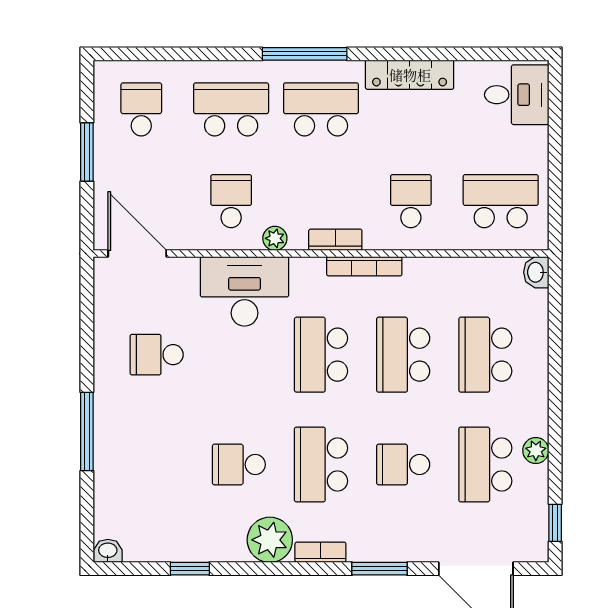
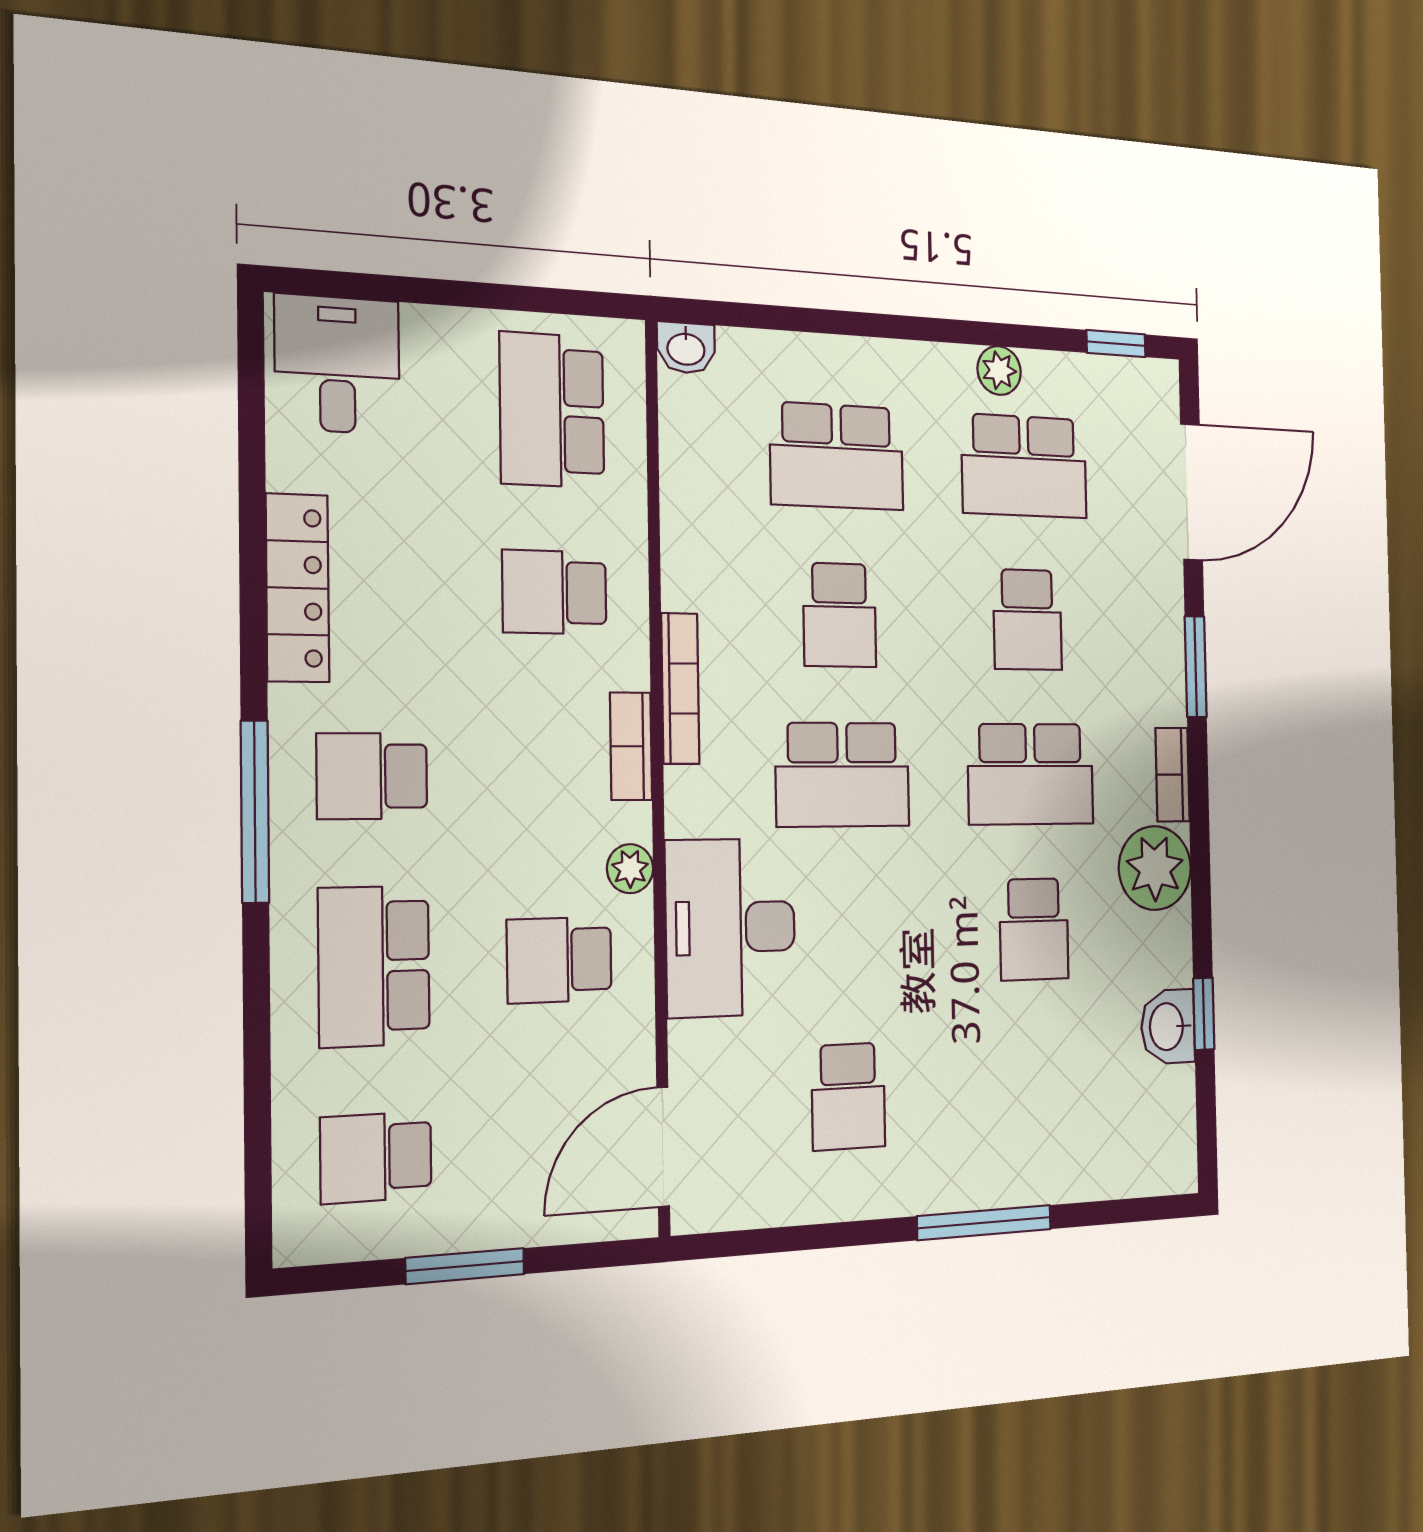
school desk: (321, 109) -> (372, 776), width x0.54
school desk: (403, 355) -> (840, 615), width x0.54
washbasin: (108, 551) -> (1168, 1027), moved, width x1.38, depth x1.45

